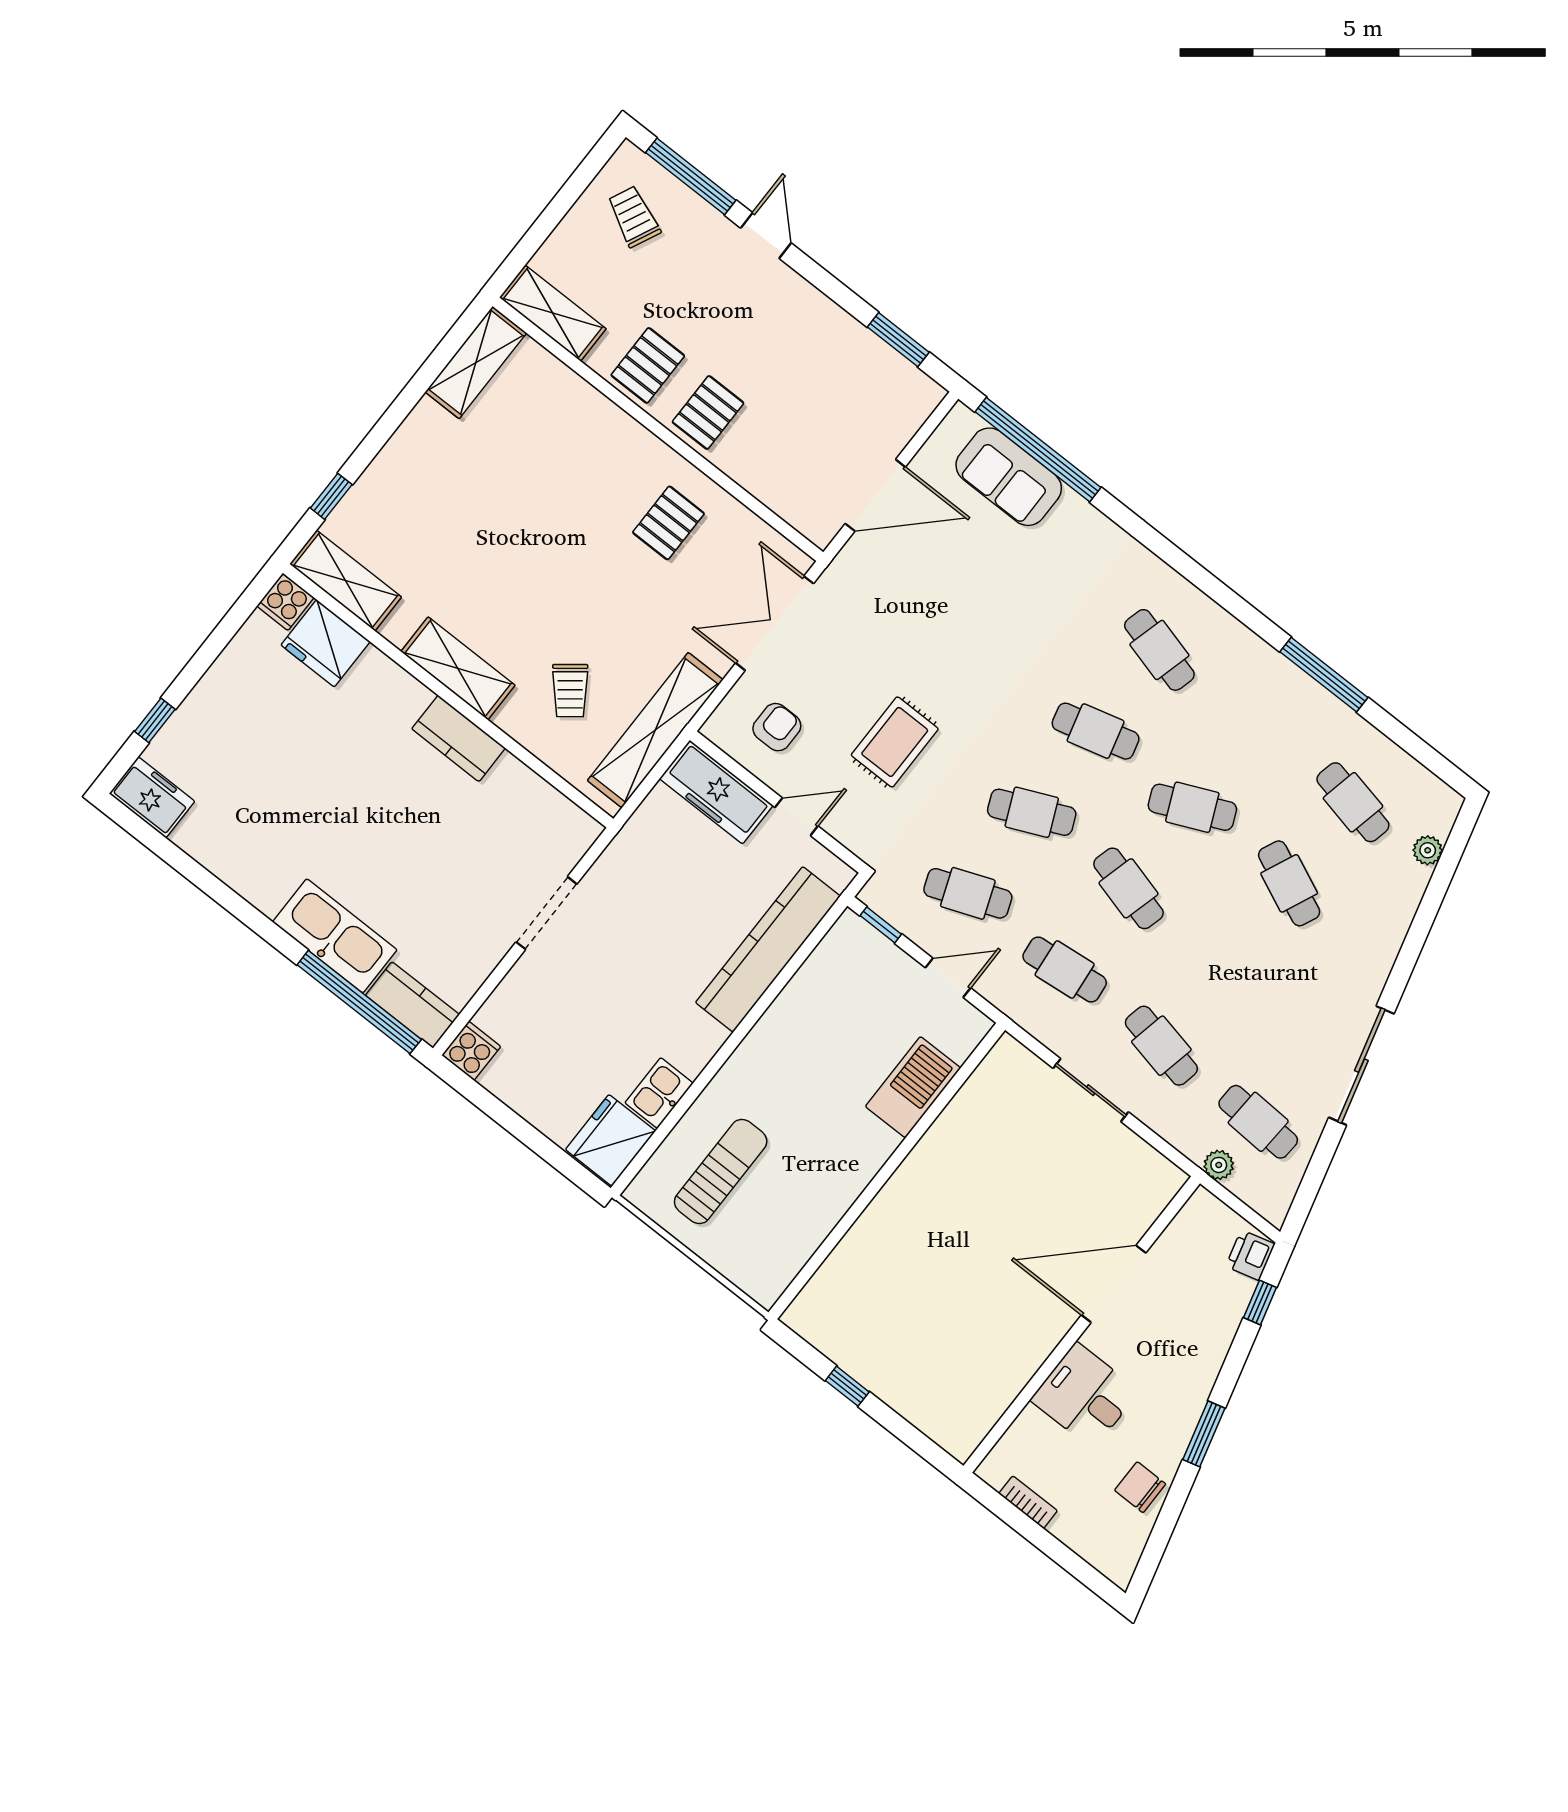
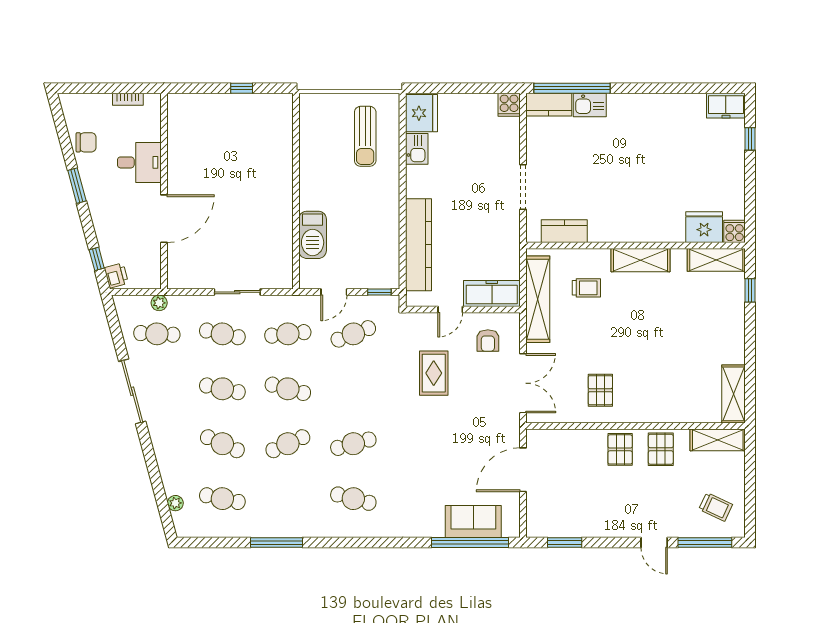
trolley: (570, 691) -> (586, 288), turned 128
kitchen counter: (459, 738) -> (564, 231), moved
cafe table: (1032, 812) -> (222, 389), moved, turned 36
kitchen sink: (335, 936) -> (590, 105), width x0.53, depth x0.81

